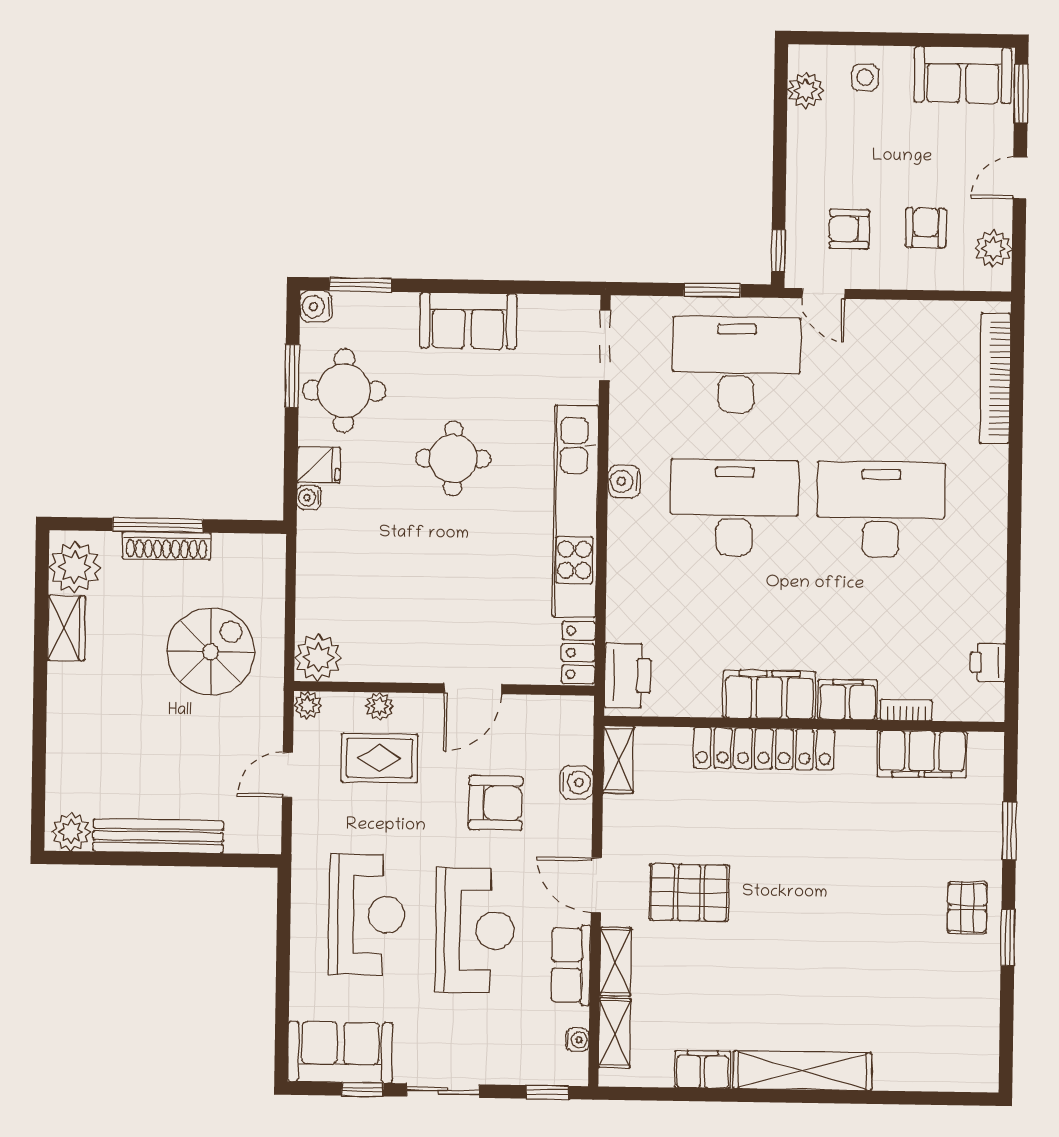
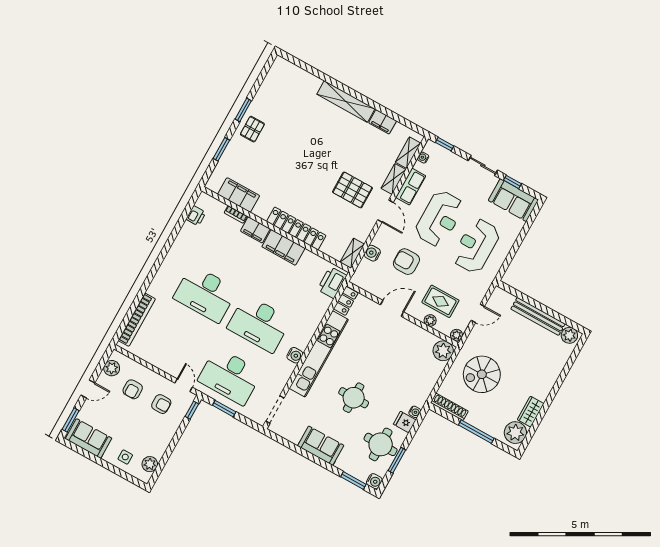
shoe rack: (167, 546) -> (449, 407), moved
reception desk: (475, 930) -> (439, 219), turned 180

